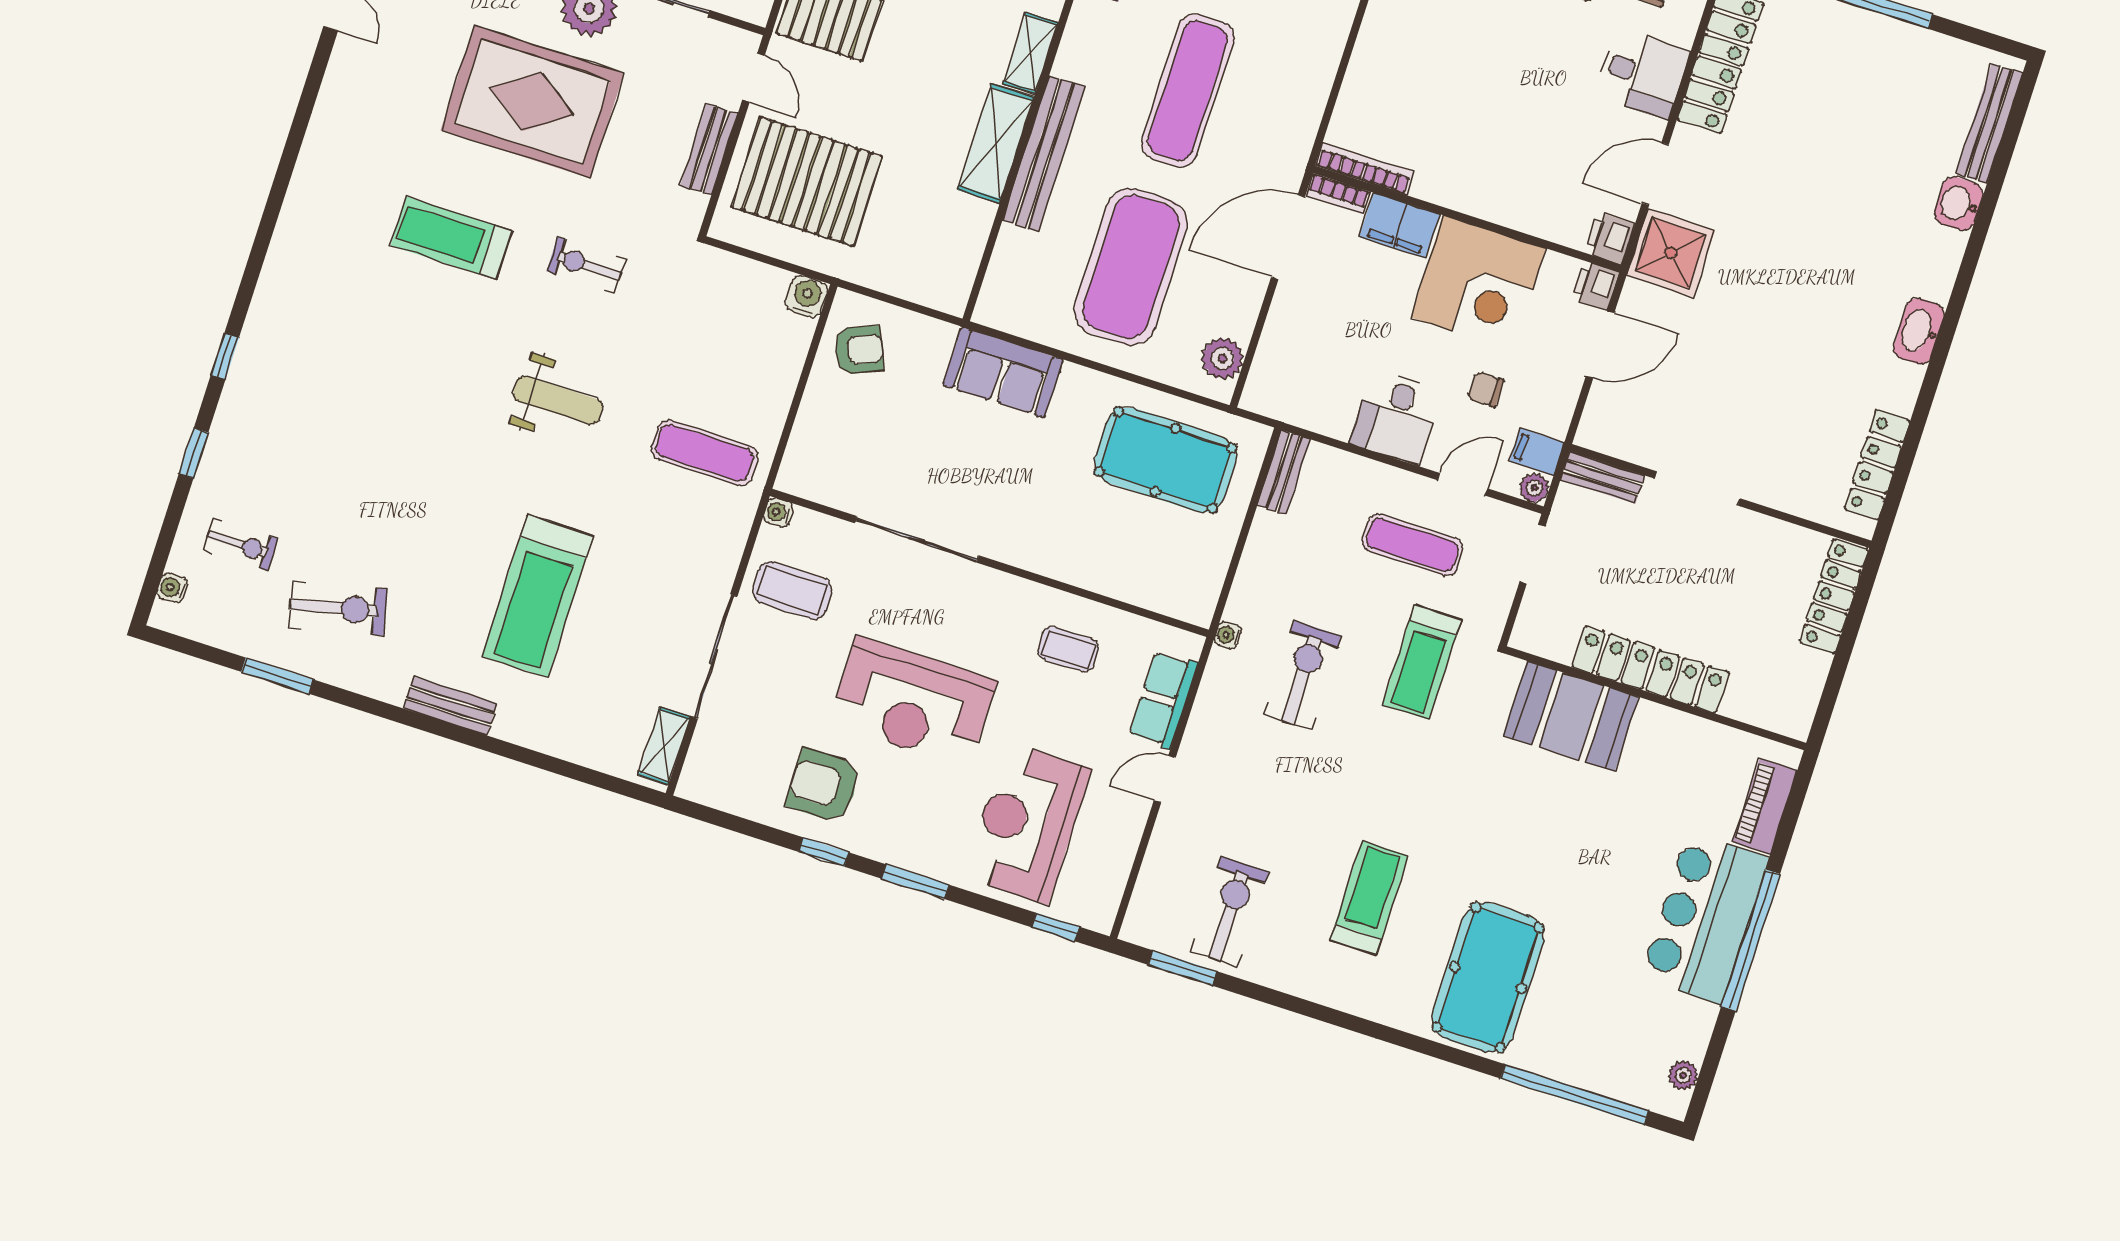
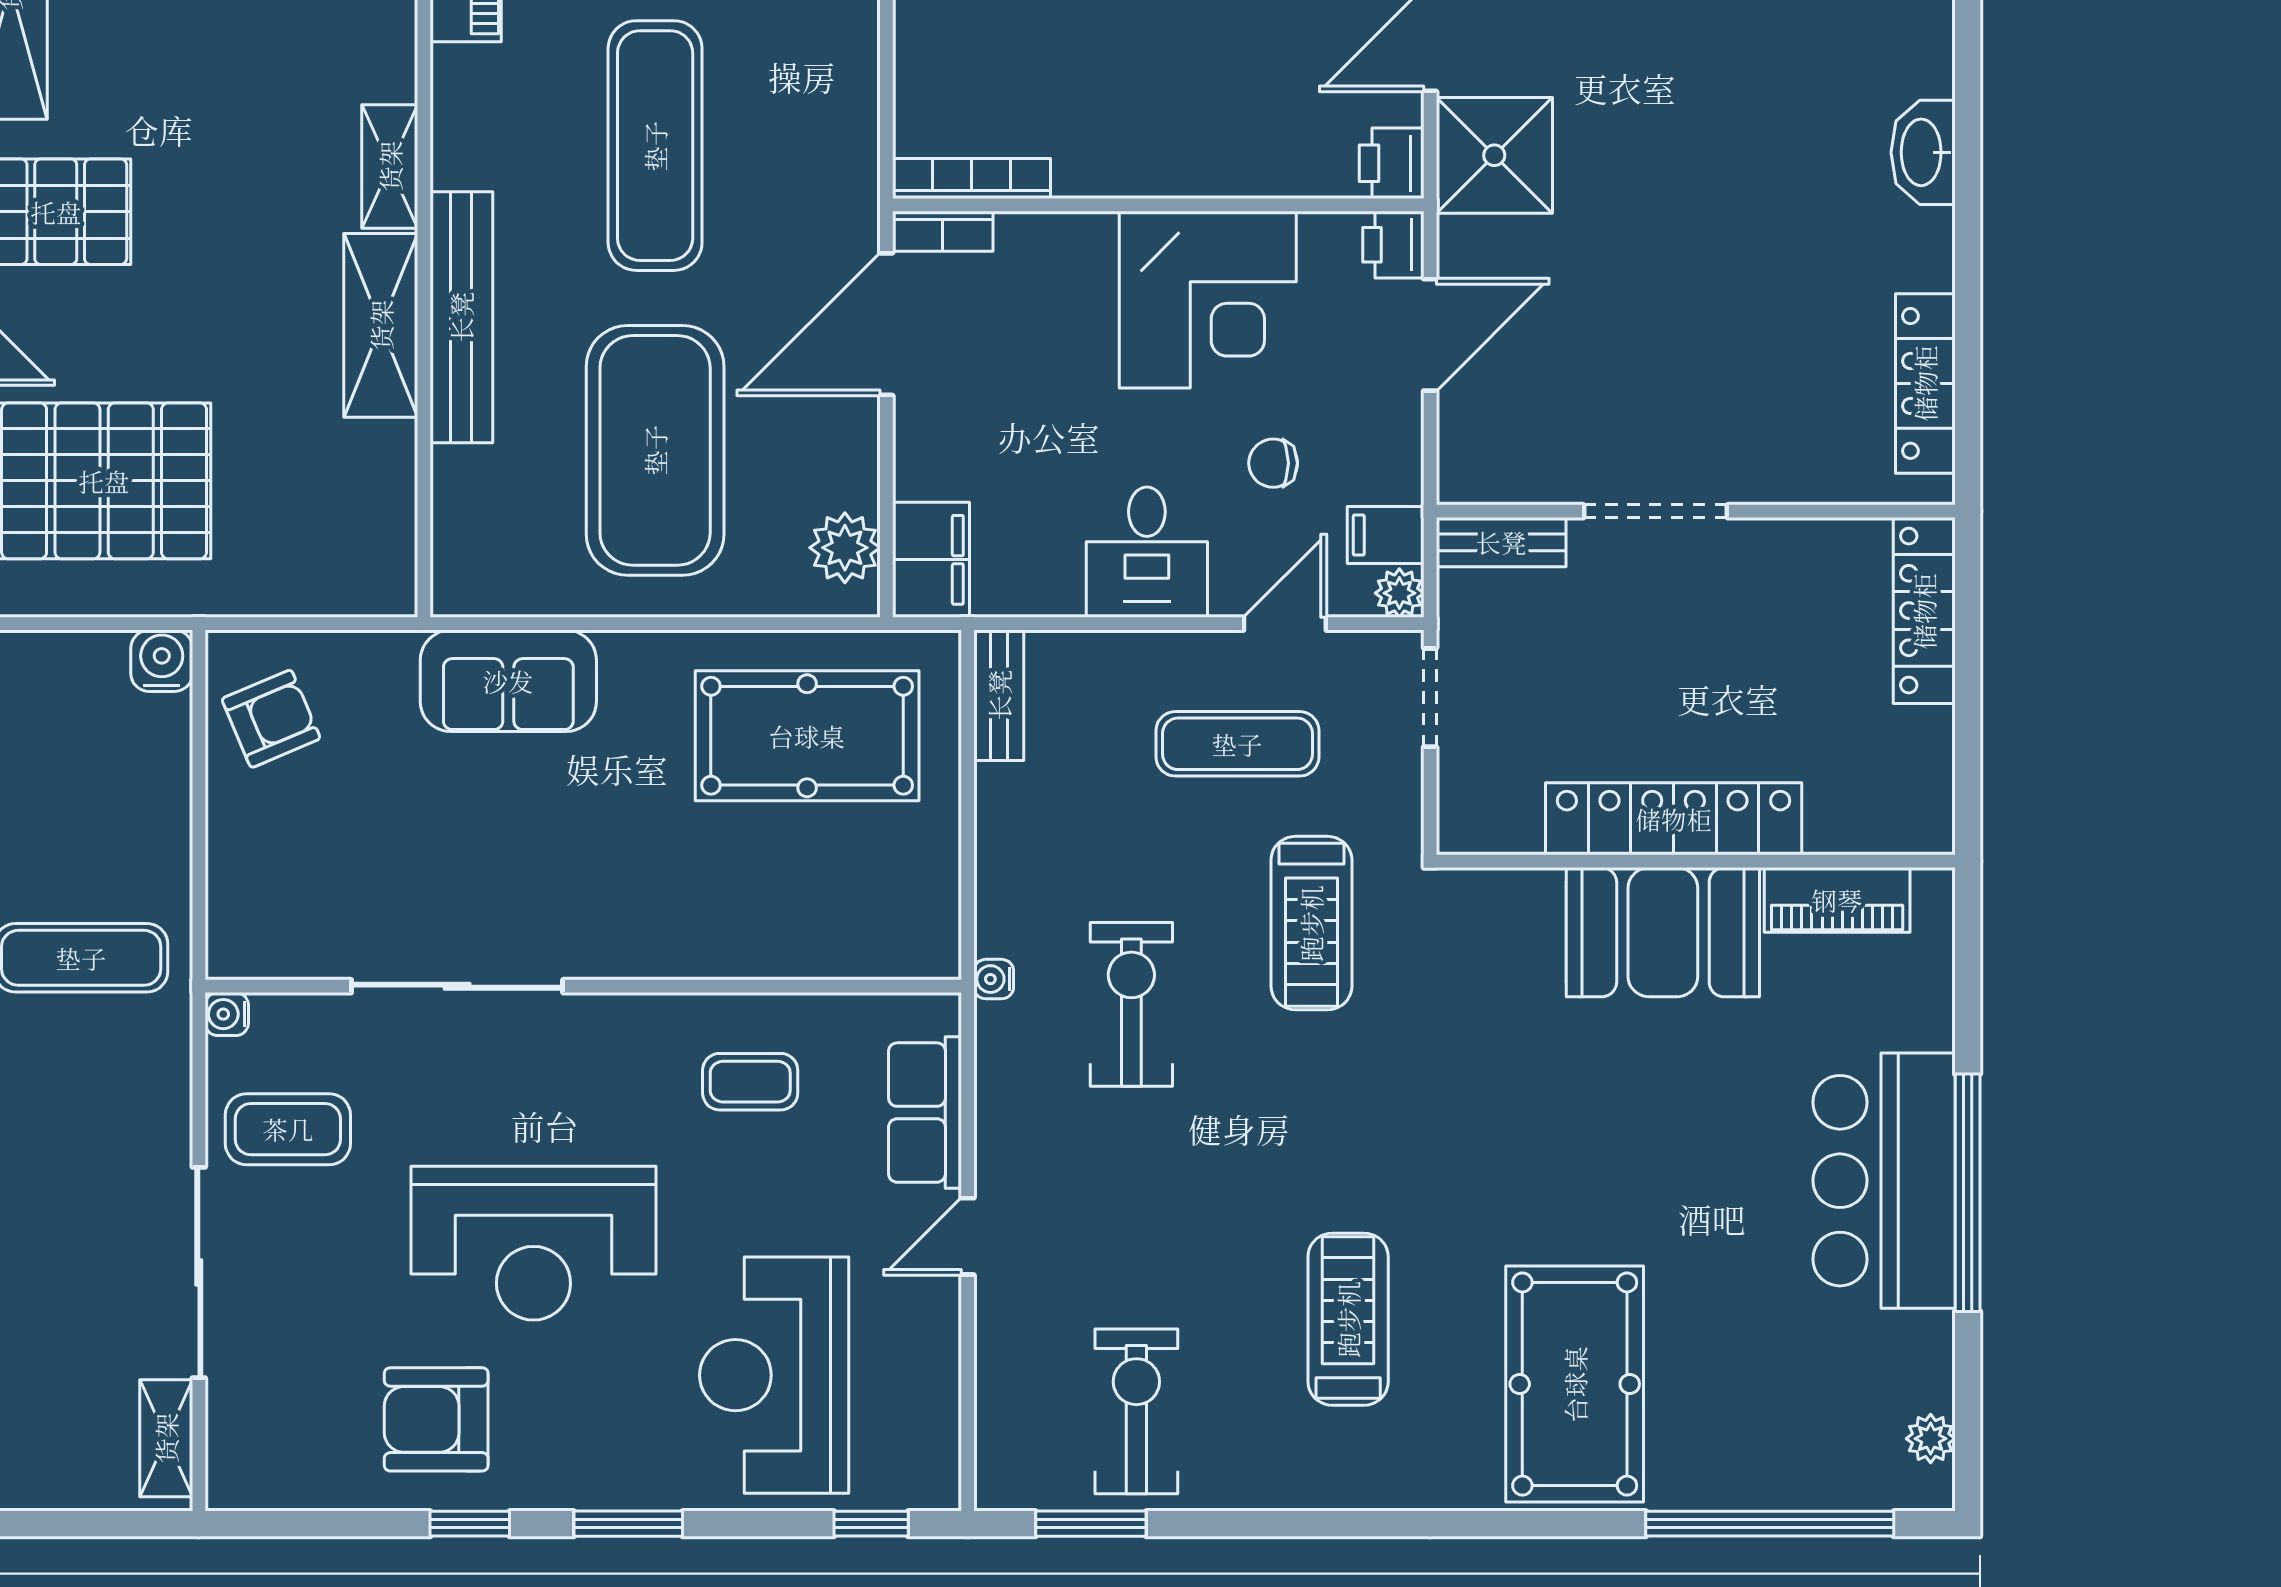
filing cabinet: (1400, 225) -> (931, 560), moved, turned -90
booth: (1571, 716) -> (1663, 932), moved
piano: (1765, 806) -> (1837, 900), moved, turned -90

